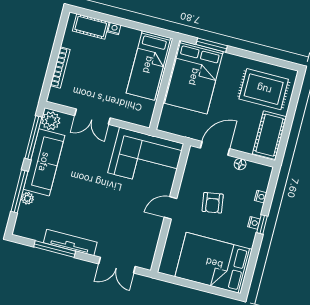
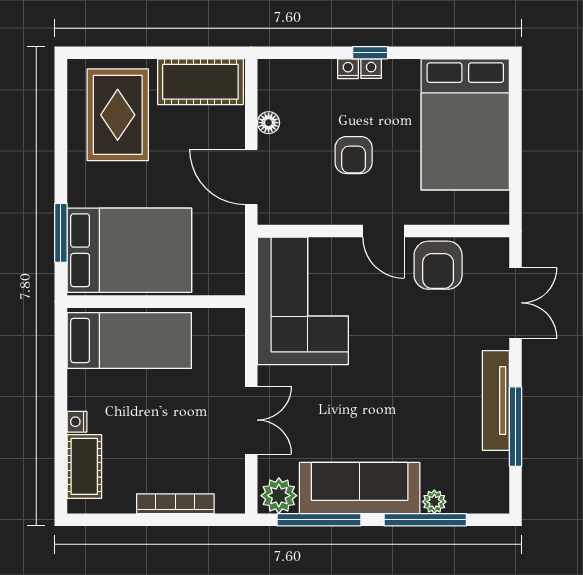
nightstand: (261, 197) -> (348, 69), moved
armchair: (213, 203) -> (354, 155), turned 99
armchair: (146, 231) -> (438, 265), added

